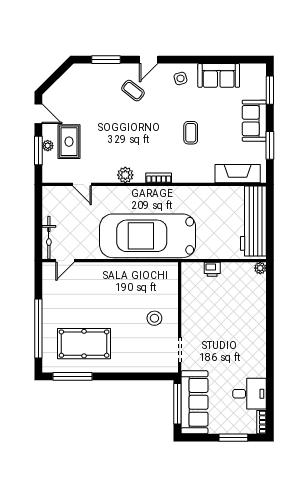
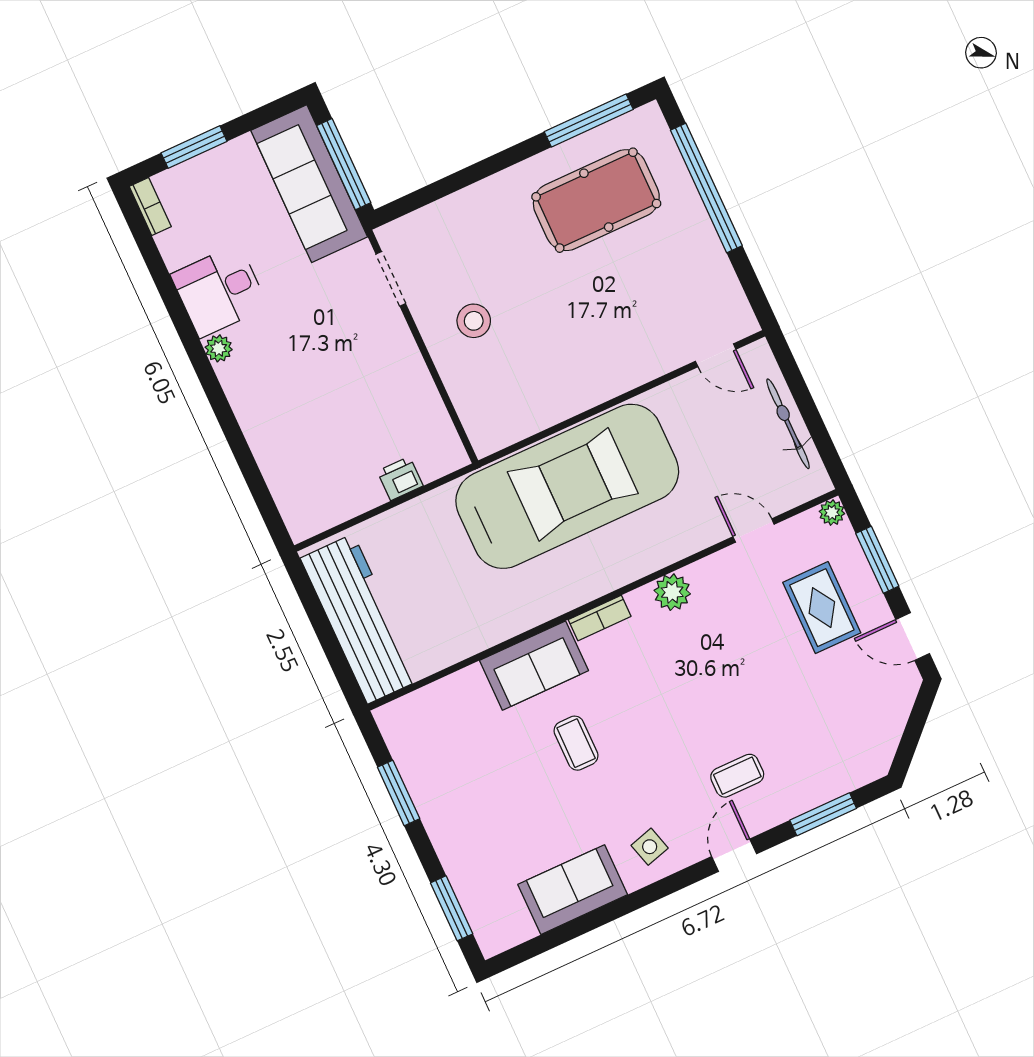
coffee table: (133, 91) -> (737, 776), turned -38
sofa: (254, 121) -> (534, 666), moved, turned 90
plant: (48, 146) -> (832, 513), moved
fireplace: (238, 174) -> (439, 703), removed
bicycle: (49, 238) -> (788, 424), moved
door: (65, 261) -> (716, 355), swing flipped
plant: (260, 268) -> (219, 348), moved
desk: (249, 394) -> (219, 291), moved

